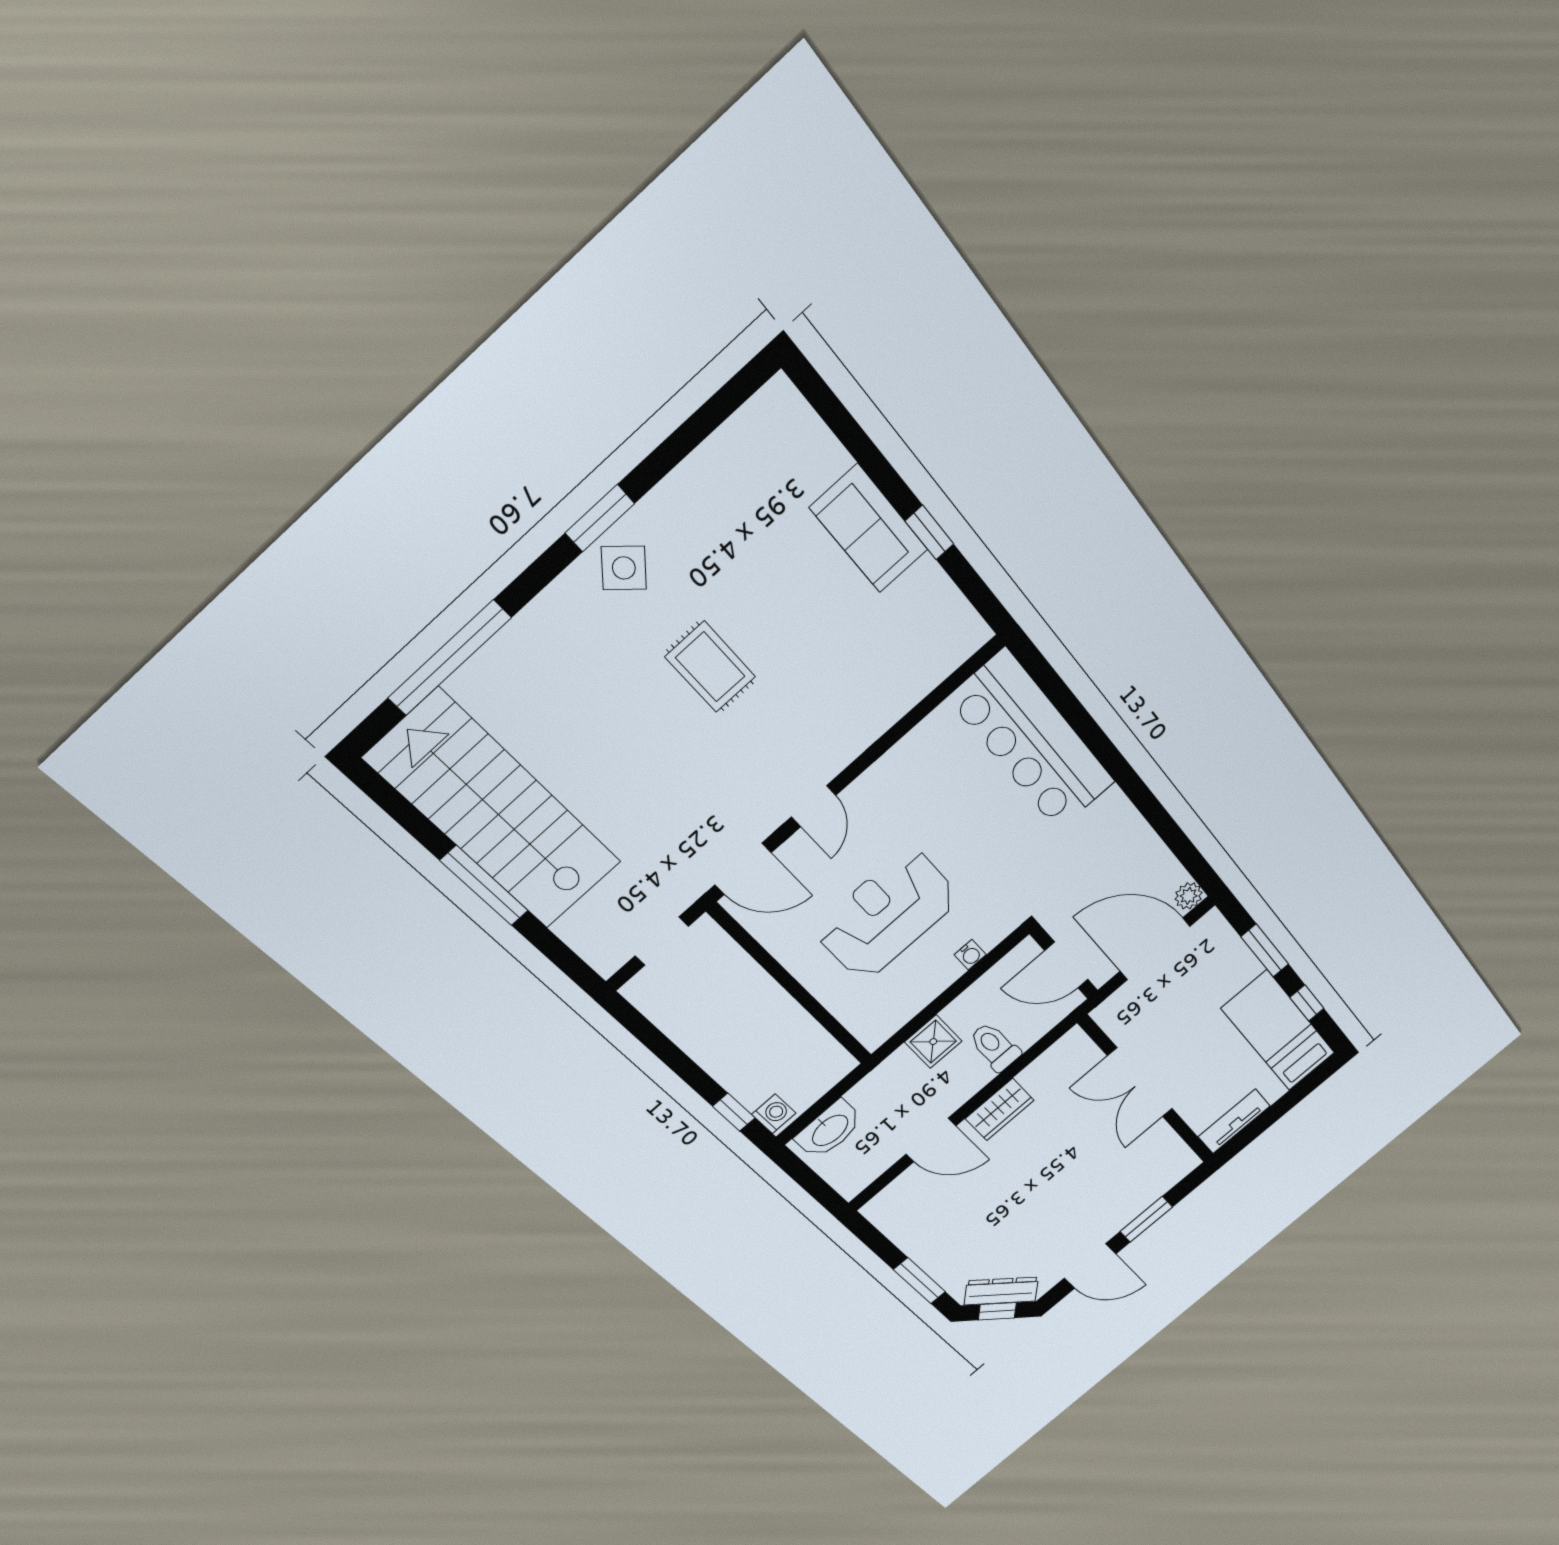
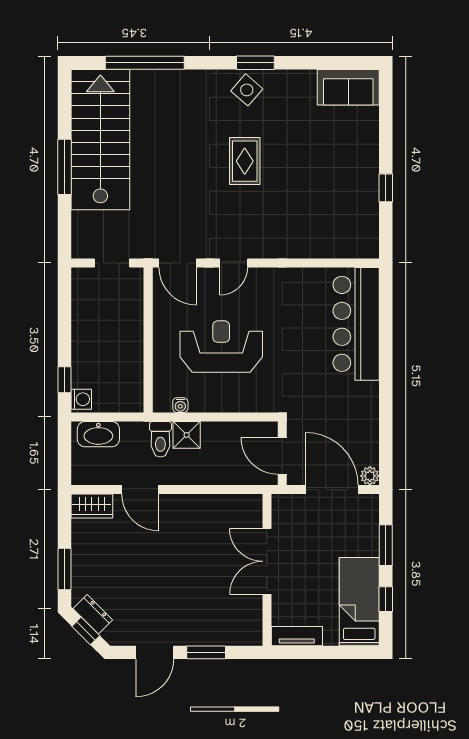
sofa: (869, 529) -> (348, 87), moved, turned -90
water cooler: (970, 955) -> (180, 405), moved
toilet: (995, 1047) -> (160, 439), moved, turned 180
wardrobe: (1000, 1109) -> (92, 506), moved
door: (1090, 1266) -> (155, 652), hinge flipped
dresser: (1001, 1291) -> (93, 614), width x0.70

